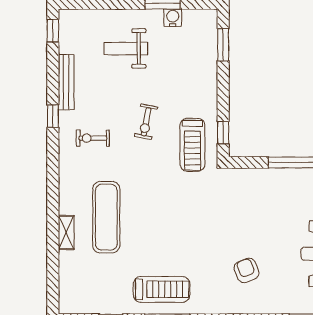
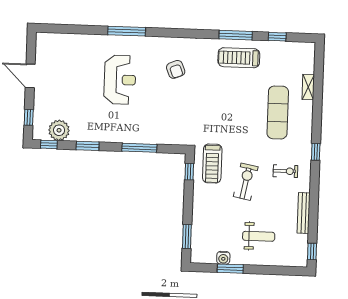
window: (53, 116) -> (316, 152), moved
exercise bike: (146, 122) -> (246, 182), width x1.38, depth x1.39
treadmill: (192, 145) -> (212, 163), turned 180
shelving: (66, 232) -> (308, 87), moved

